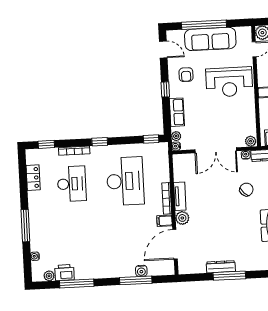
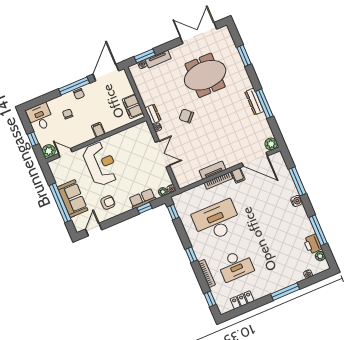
sofa: (210, 39) -> (73, 199), width x0.73
window: (165, 89) -> (145, 208), moved
plant: (251, 141) -> (144, 127), removed
double door: (216, 150) -> (163, 154), width x0.73
desk: (72, 184) -> (235, 265), turned 180
plant: (182, 218) -> (271, 144), moved
dresser: (221, 267) -> (254, 102), moved
water cooler: (141, 271) -> (296, 201), moved

